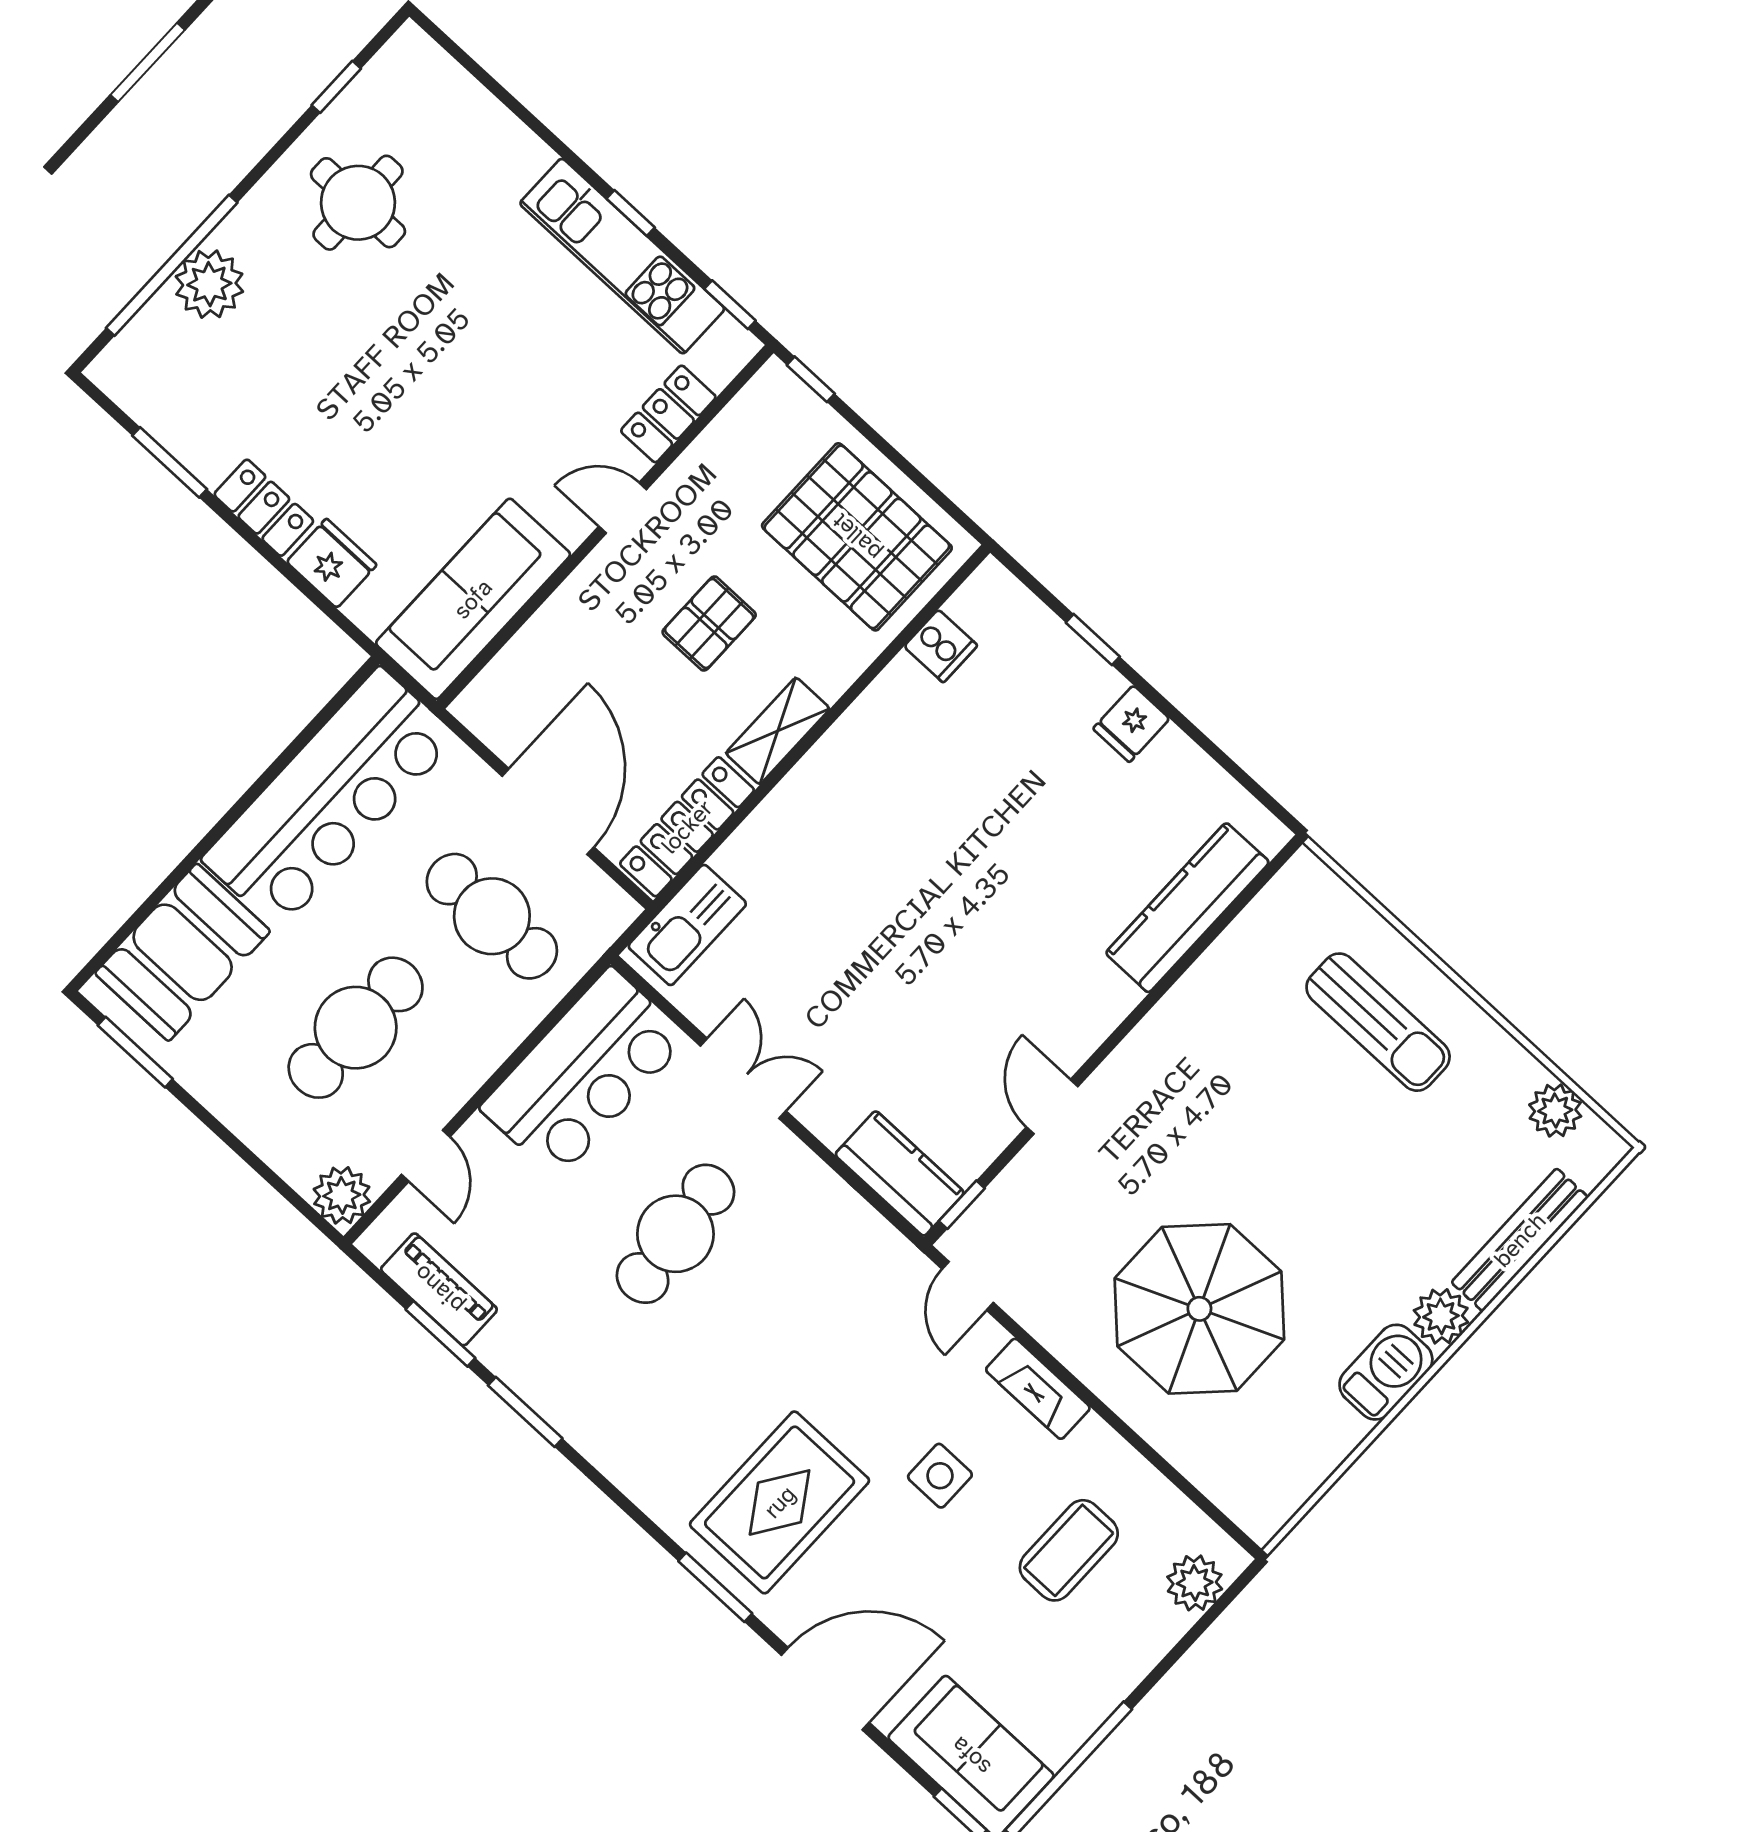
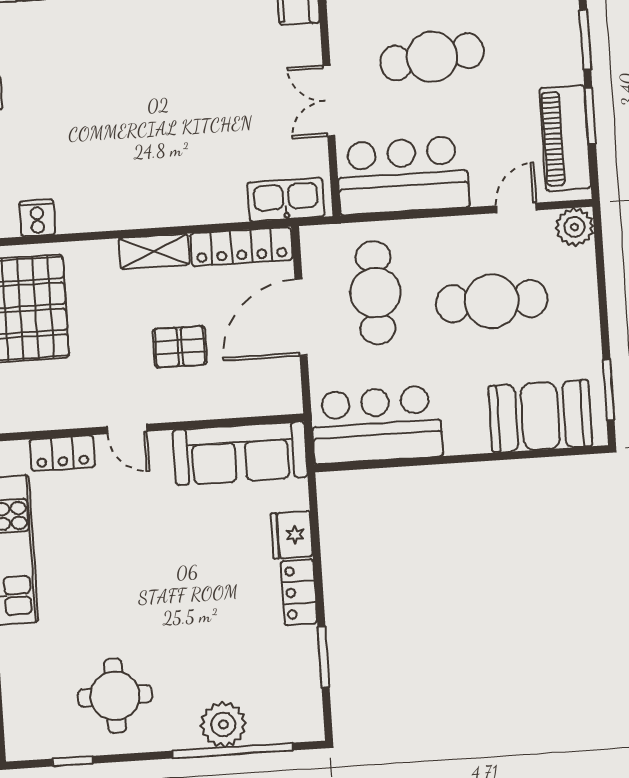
pallet: (709, 624) -> (180, 347), moved
bar counter: (329, 799) -> (377, 425), width x0.73
piano: (439, 1289) -> (565, 138), width x1.37, depth x1.33

